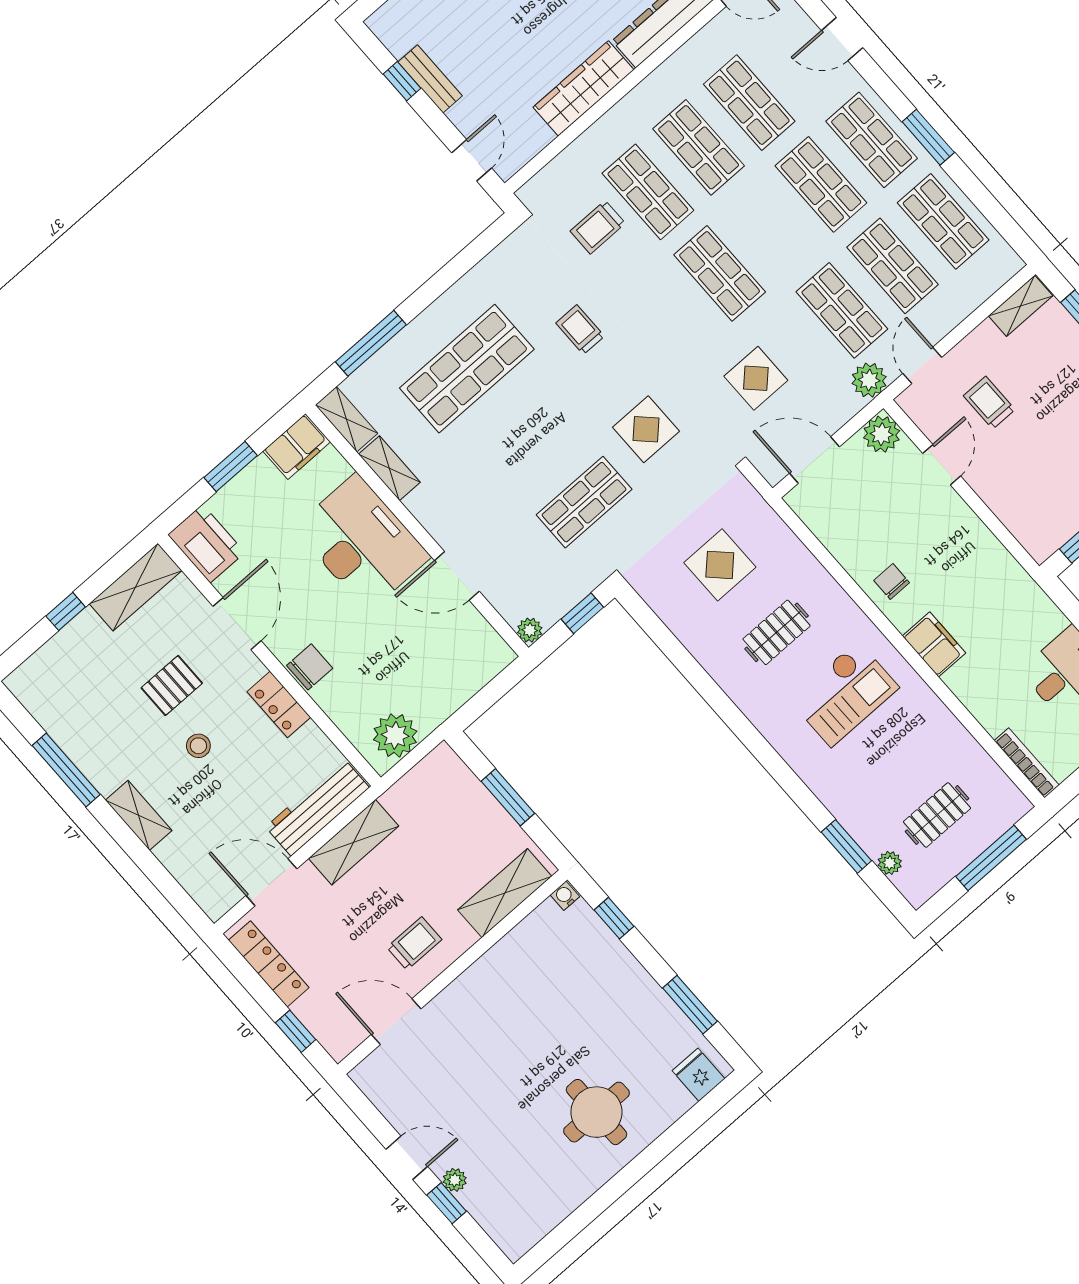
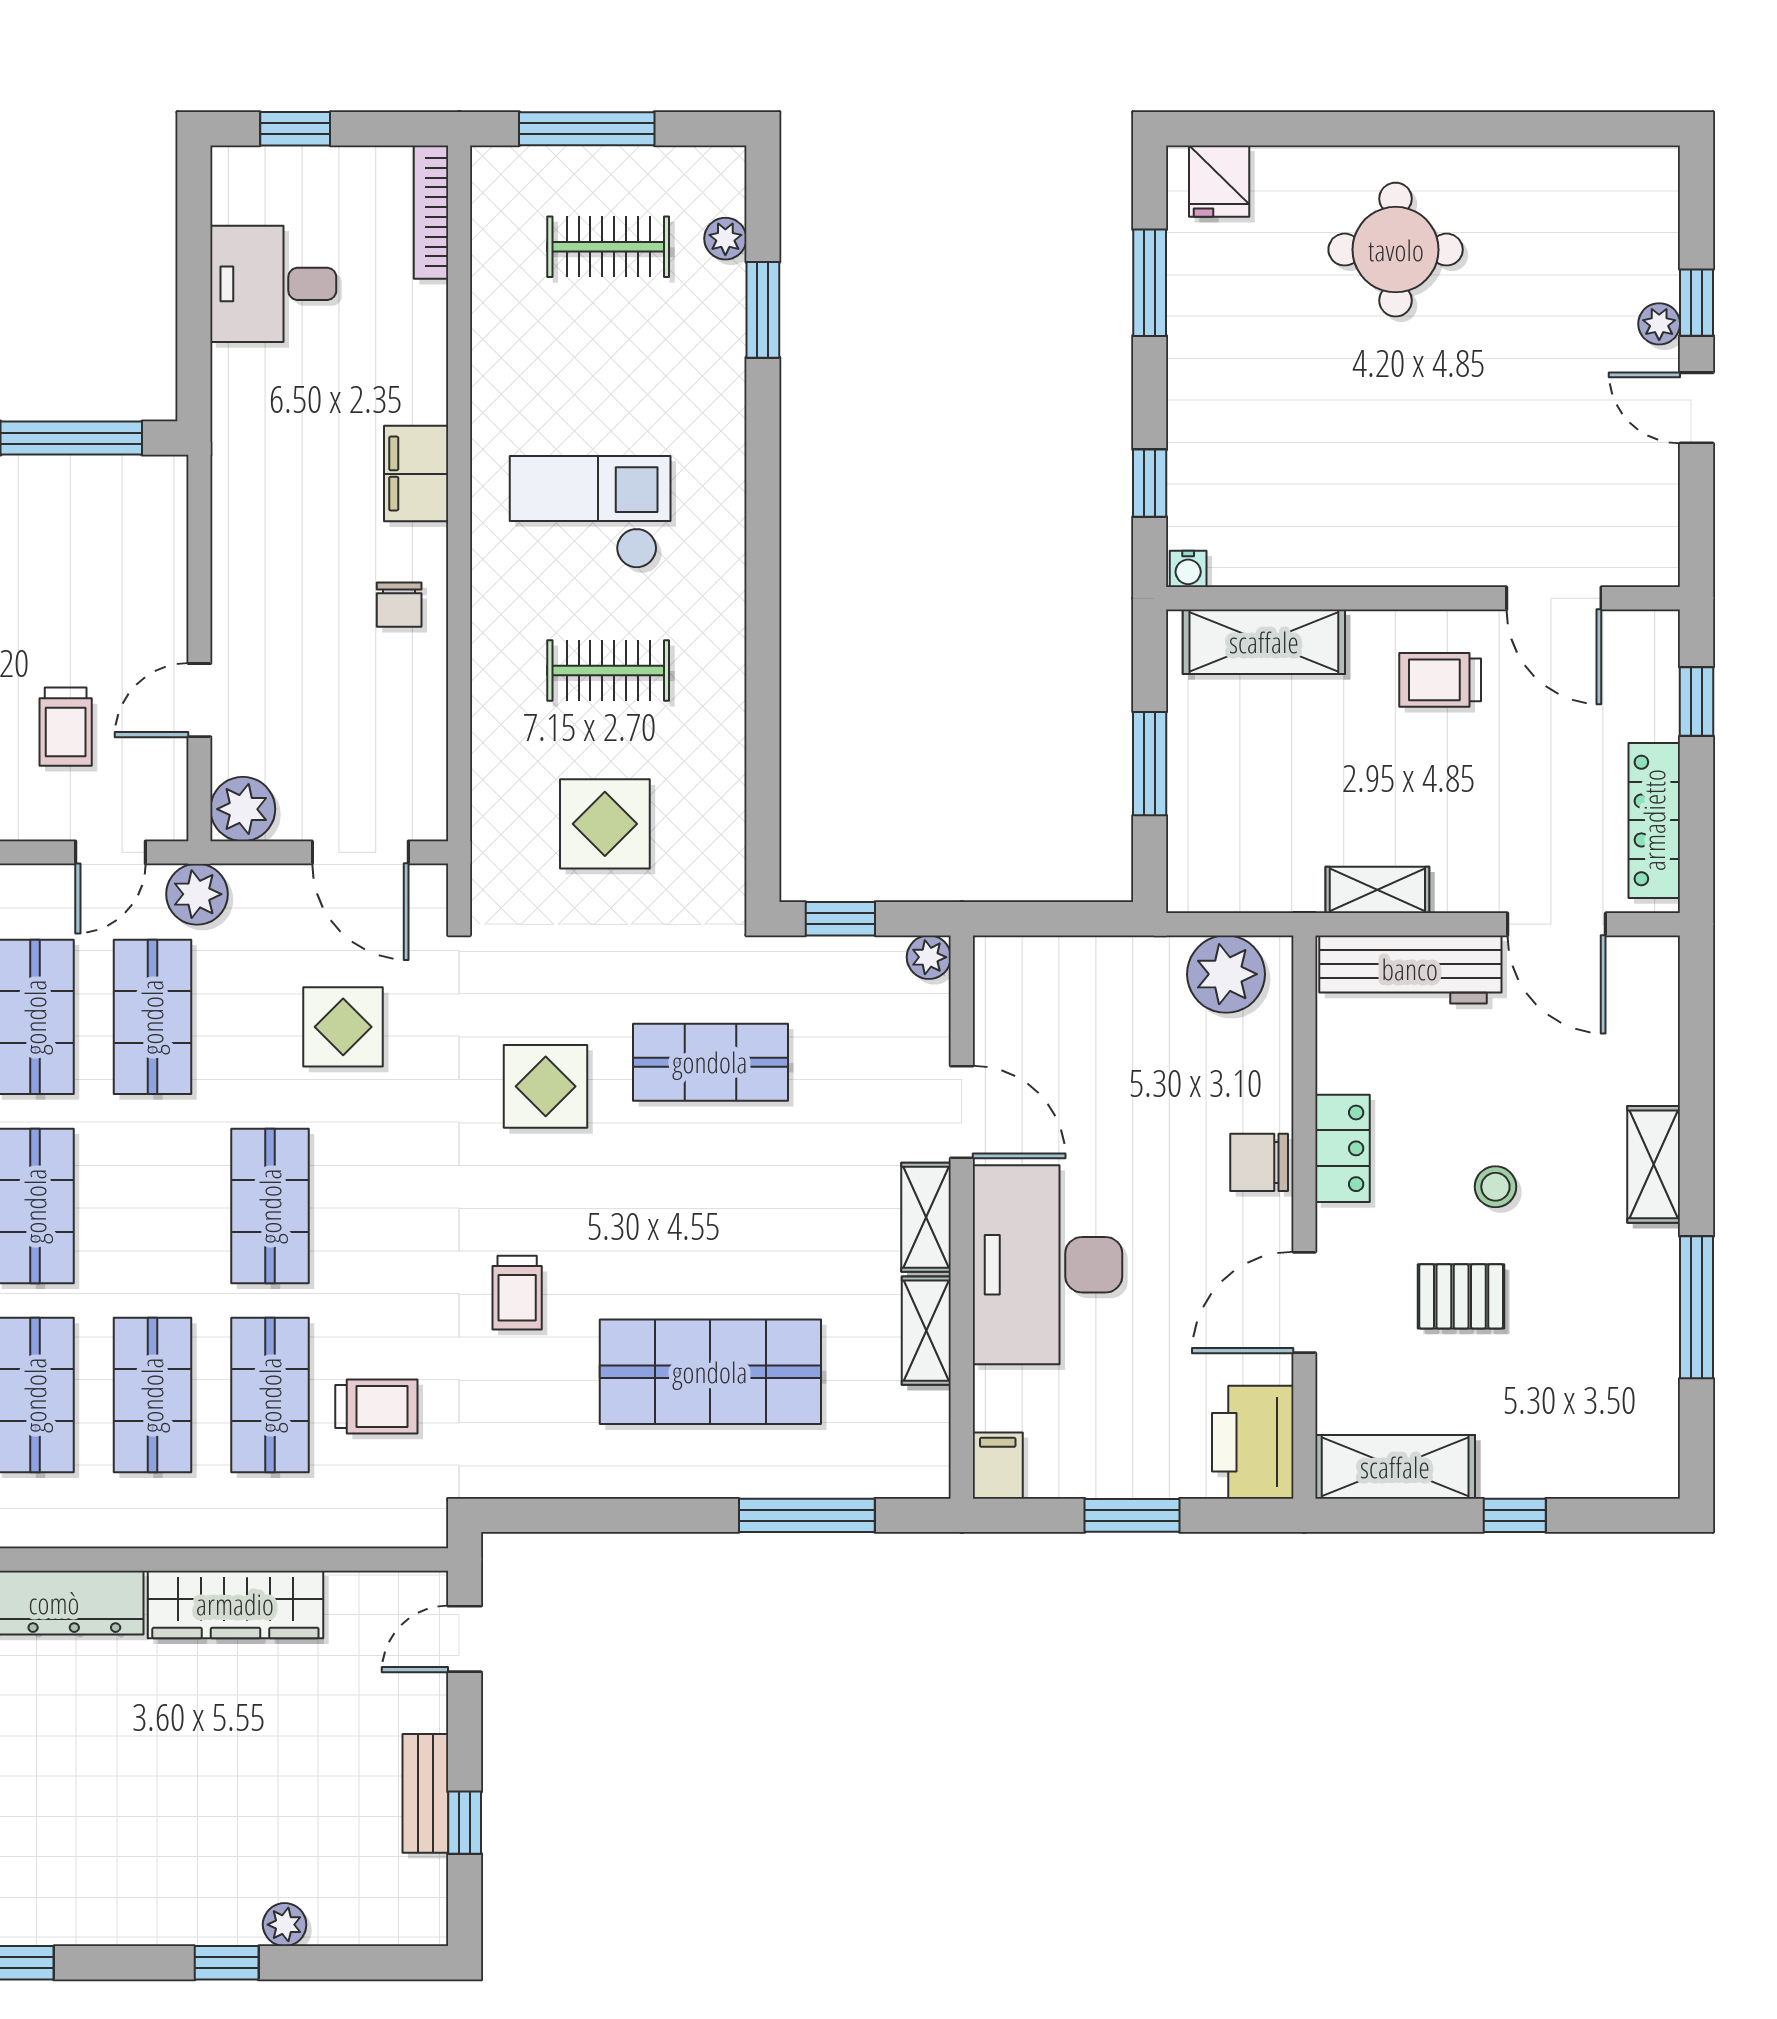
shelving: (346, 419) -> (926, 1217), moved
filing cabinet: (297, 446) -> (998, 1466), width x0.50
shelving: (354, 842) -> (1377, 890), width x0.67, depth x0.75

